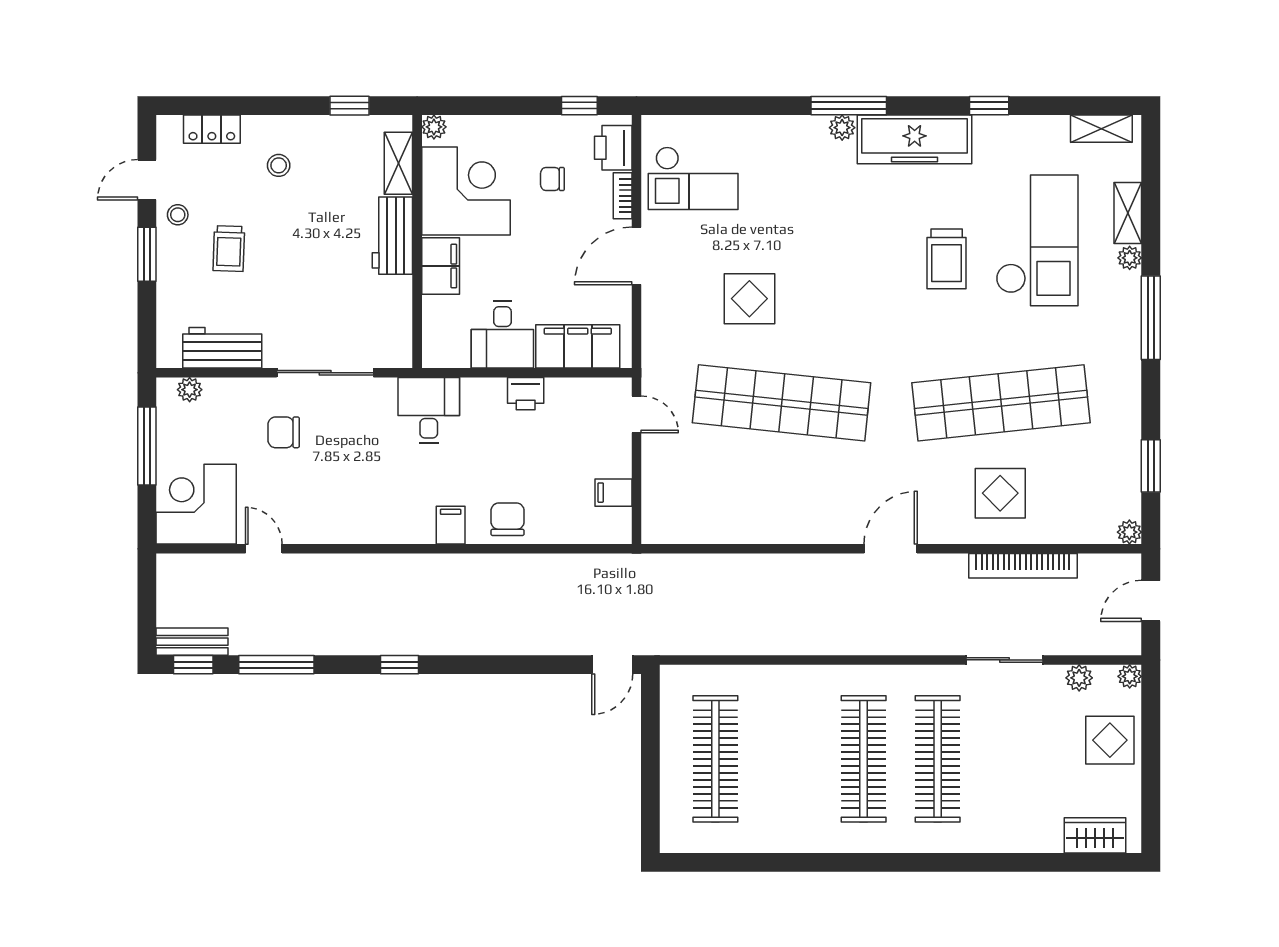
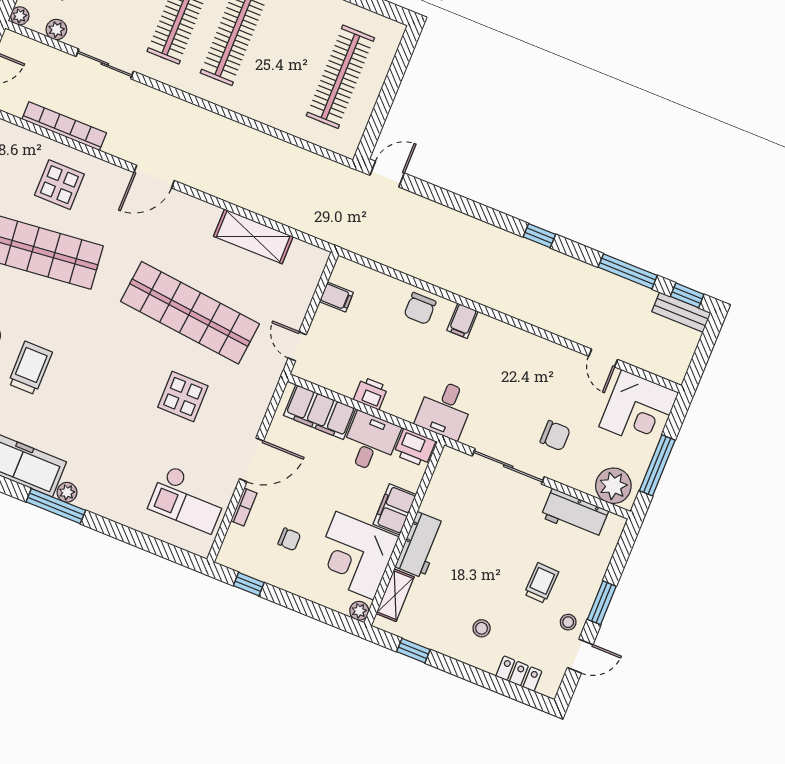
printer: (613, 148) -> (415, 448), moved, turned 90
checkout: (693, 178) -> (188, 499), turned 180
plant: (190, 390) -> (613, 486), width x1.88, depth x1.88
shelving: (742, 525) -> (253, 236), added

